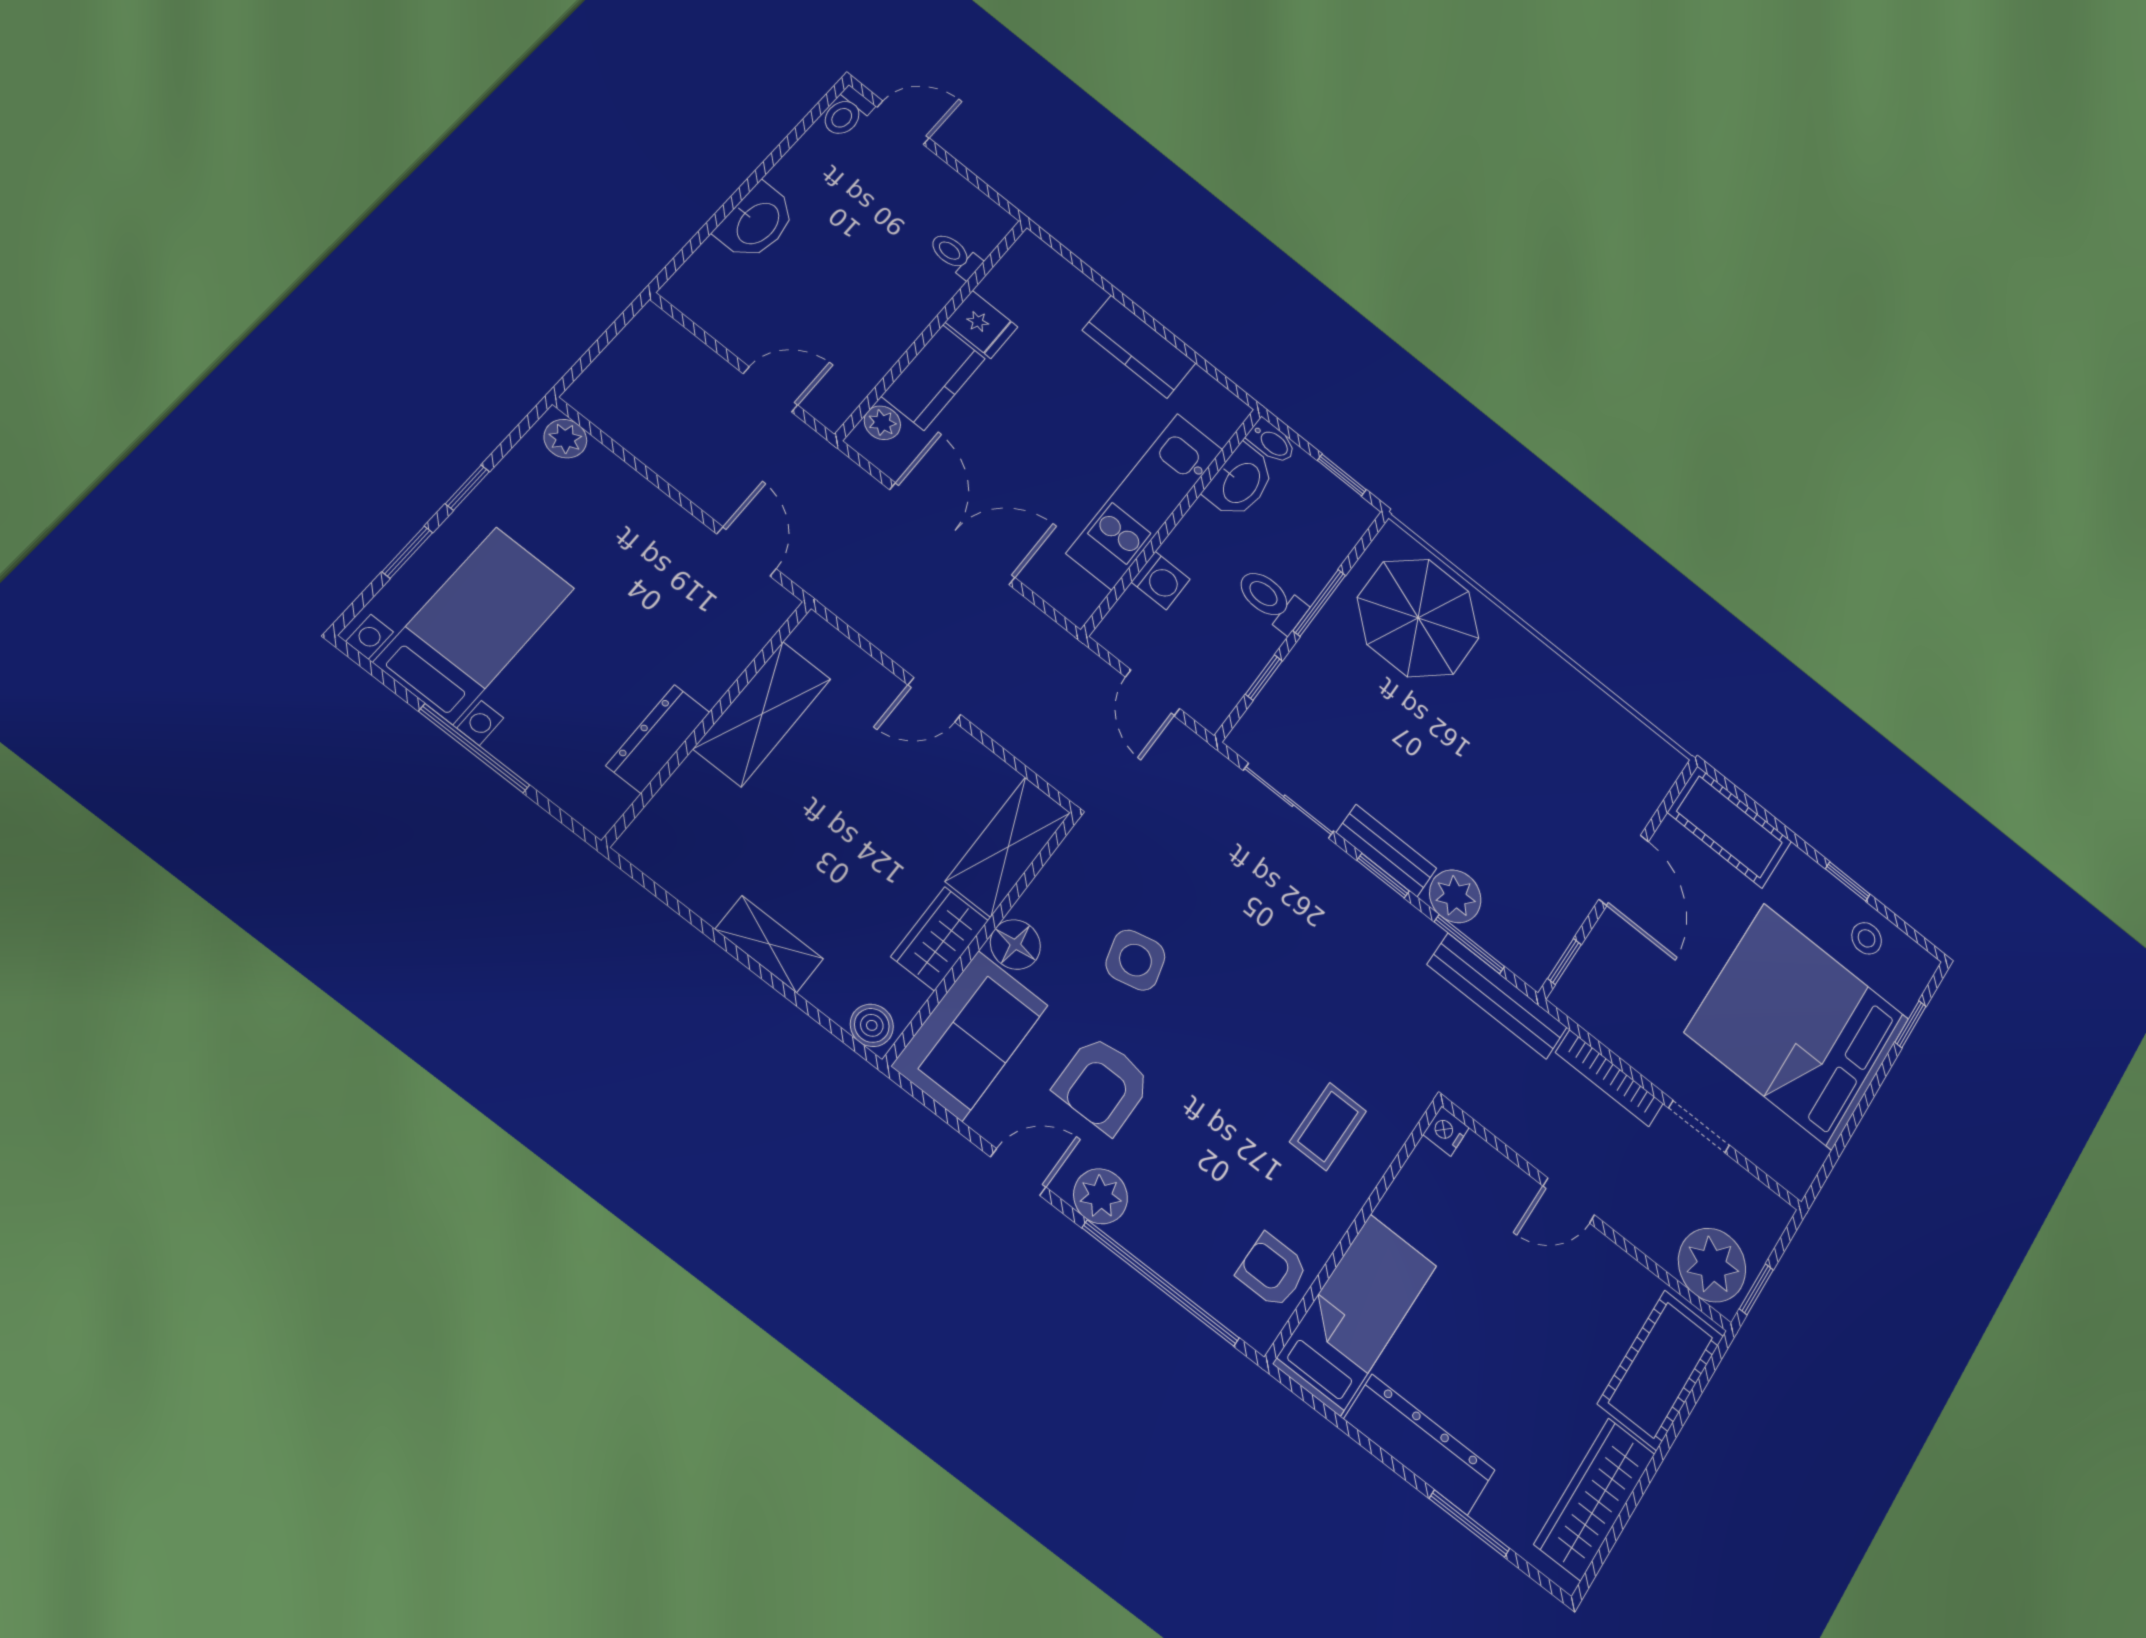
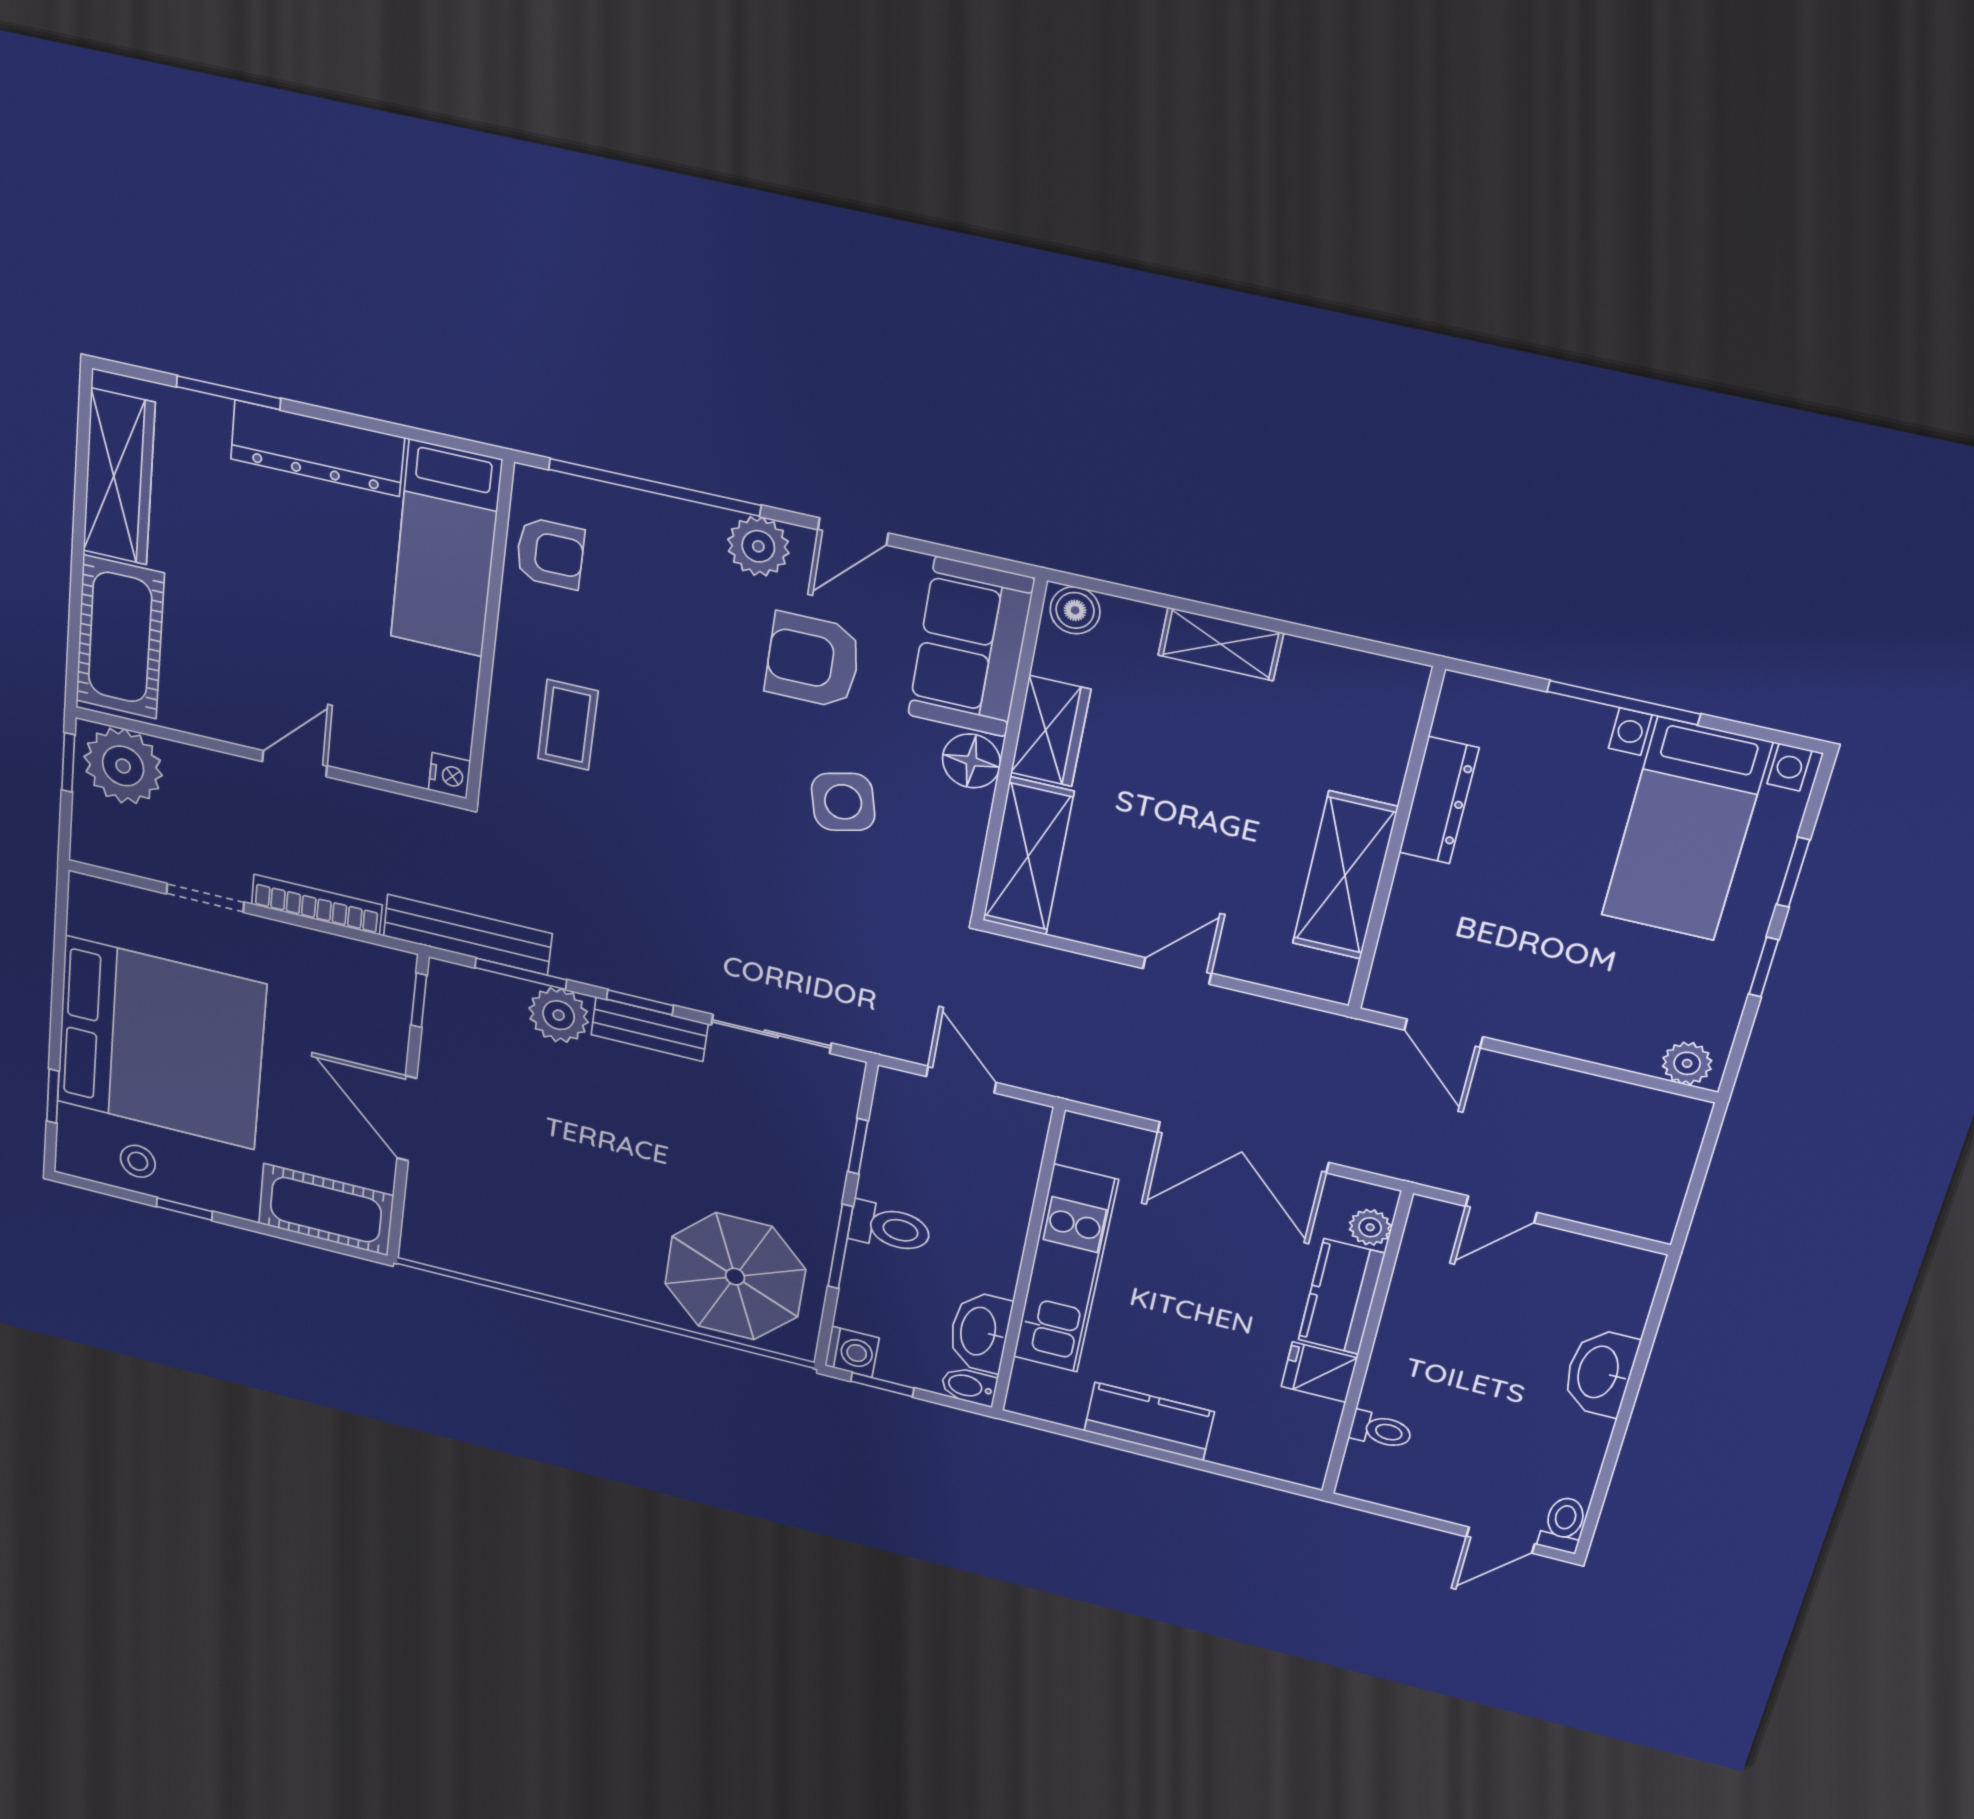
washing machine: (1161, 581) -> (852, 1352), moved, turned 180
armchair: (1103, 1085) -> (813, 660), turned -90

